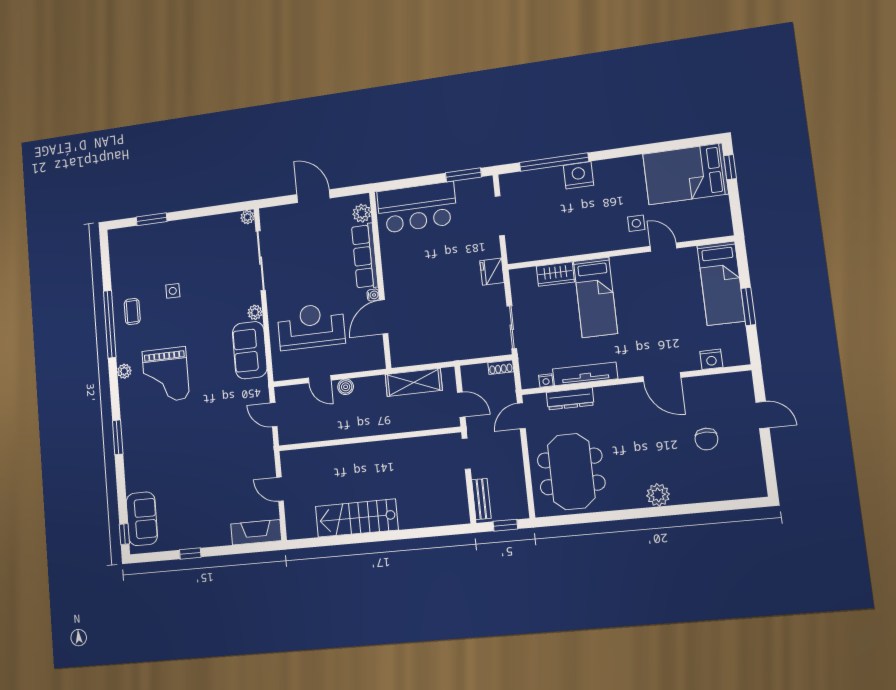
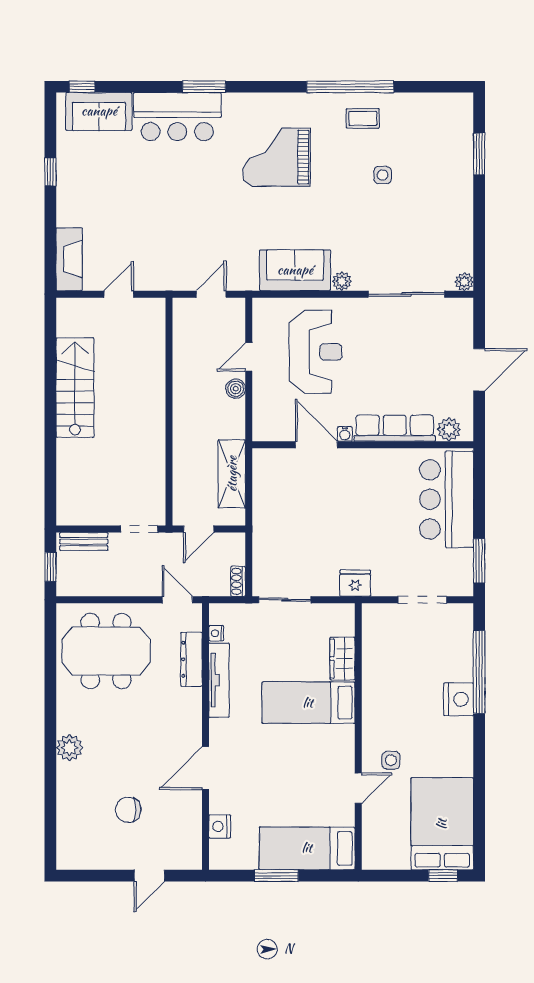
plant: (124, 371) -> (287, 102), removed
bar counter: (141, 456) -> (177, 117), added

